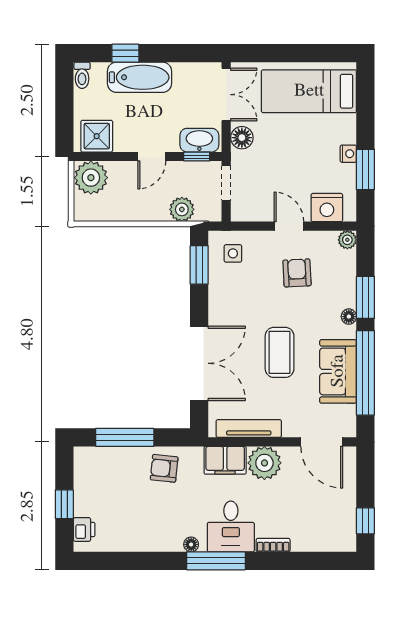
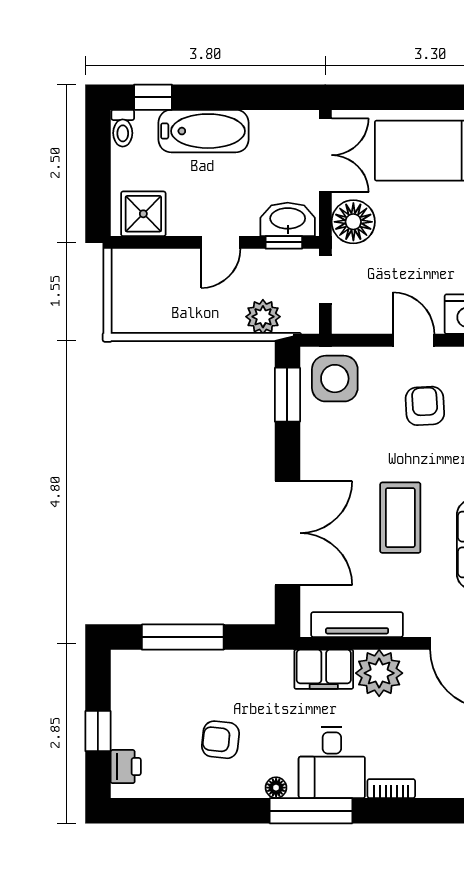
window: (125, 53) -> (153, 97), moved
floor lamp: (242, 138) -> (353, 222), width x1.38, depth x1.38
plant: (91, 178) -> (135, 272), removed
side table: (233, 253) -> (335, 379), width x1.87, depth x1.87
armchair: (164, 468) -> (220, 740), moved

